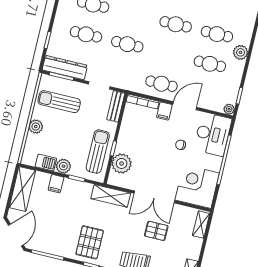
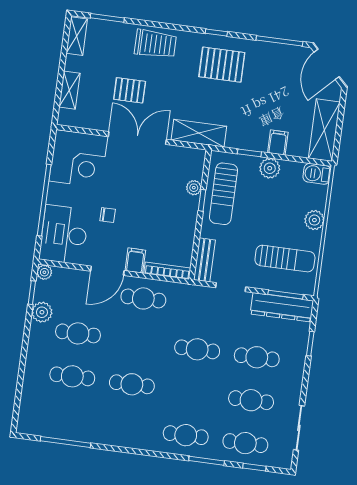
plant: (241, 52) -> (42, 312), moved
barbecue: (46, 163) -> (317, 174), moved
plant: (122, 163) -> (194, 188), width x0.53, depth x0.53
shelving: (201, 225) -> (69, 90), moved
pallet: (90, 242) -> (222, 65), turned 90

